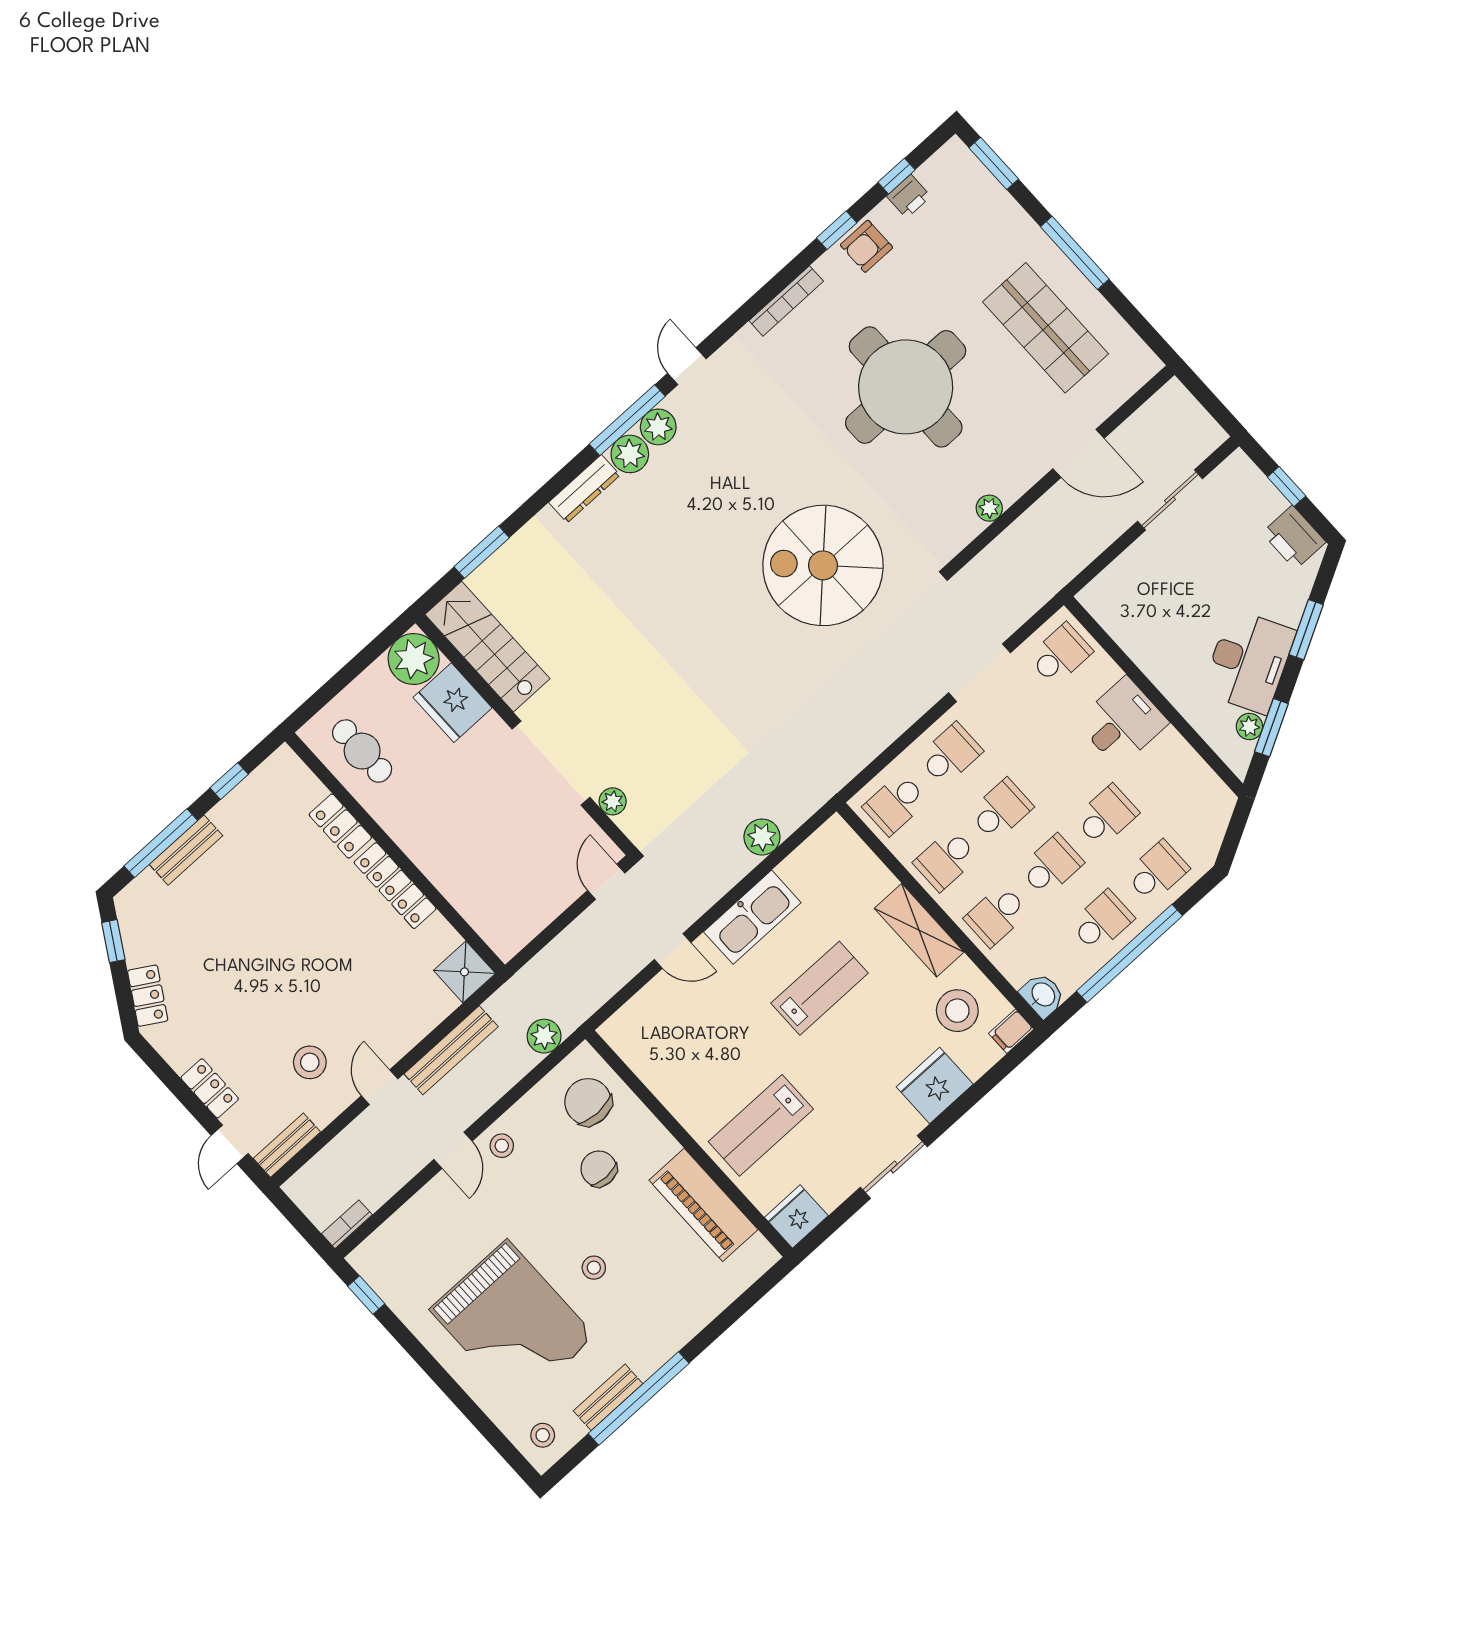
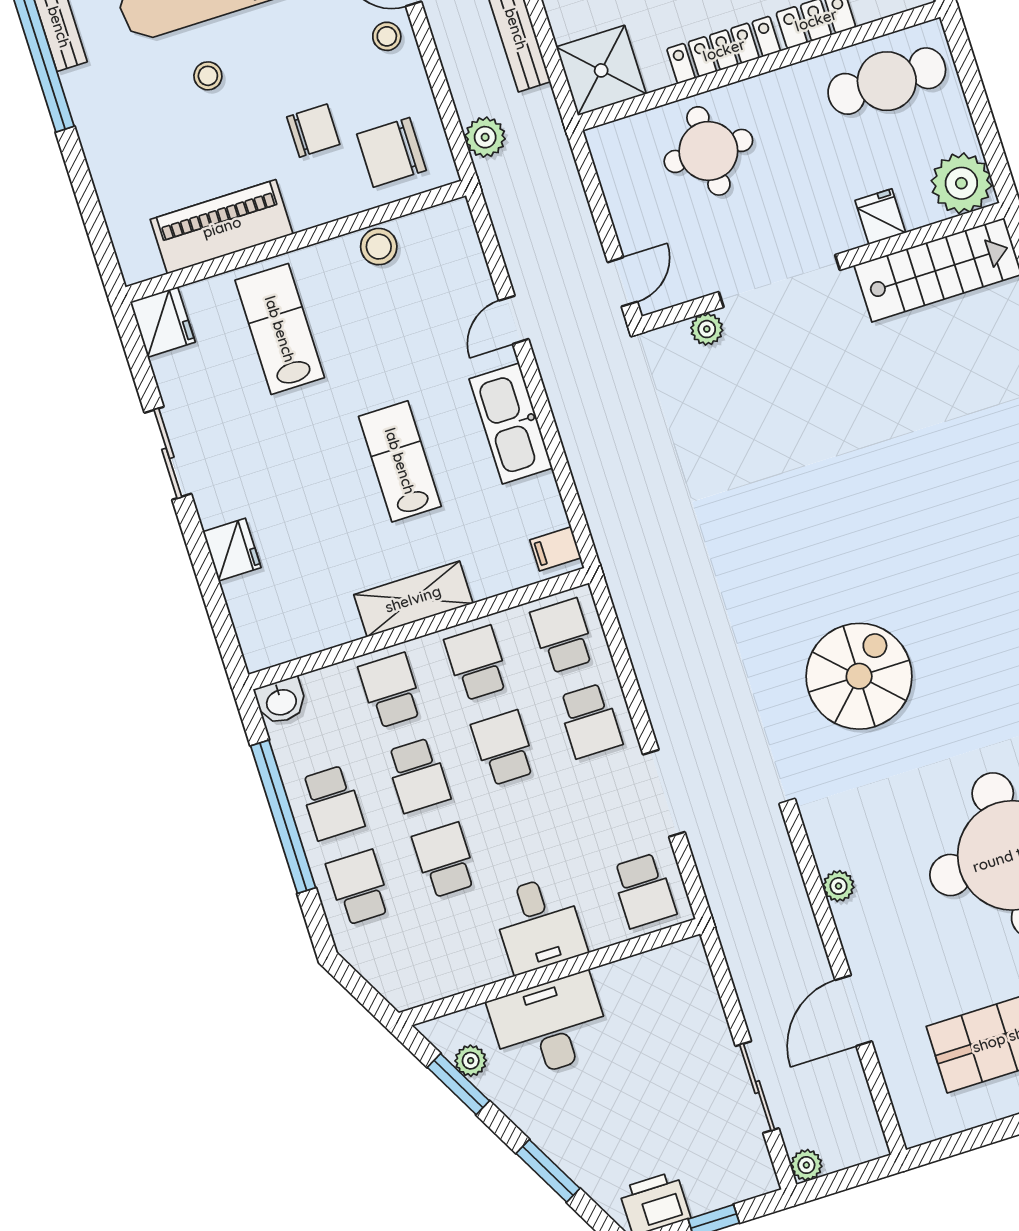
spiral stairs: (823, 565) -> (859, 676), width x0.73, depth x0.73
desk: (1249, 662) -> (550, 1026), moved, turned 118
fridge: (453, 703) -> (880, 217), width x0.53, depth x0.75
cafe table: (362, 751) -> (887, 81), width x1.37, depth x1.35
school desk: (1001, 810) -> (504, 748), turned 180
school desk: (1106, 816) -> (445, 860), turned 180
plant: (762, 837) -> (806, 1165), moved, width x0.73, depth x0.73
round table: (477, 862) -> (708, 151), added
school desk: (1157, 871) -> (359, 888), turned 180
door: (606, 882) -> (622, 282), hinge flipped
shower: (464, 972) -> (601, 70), width x1.36, depth x1.36
lab bench: (820, 988) -> (400, 461), turned 180
stool: (957, 1011) -> (379, 247), moved, width x0.73, depth x0.73
filing cabinet: (1011, 1031) -> (555, 549), moved, turned -90
fridge: (935, 1085) -> (232, 550), width x0.73, depth x0.75
chair: (588, 1102) -> (391, 152), turned 180

